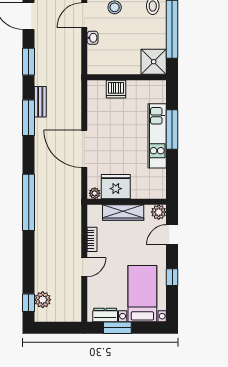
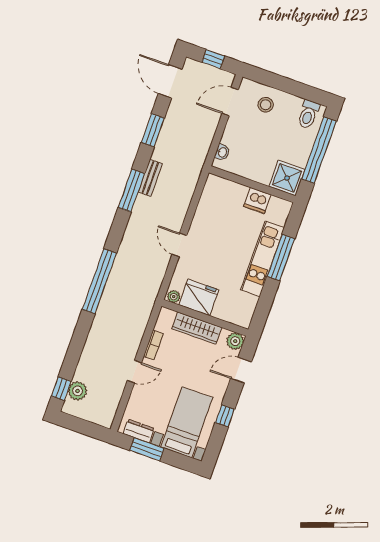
washbasin: (93, 38) -> (222, 152), moved
dishwasher: (116, 89) -> (257, 200), moved
door: (84, 149) -> (179, 245), width x0.53

